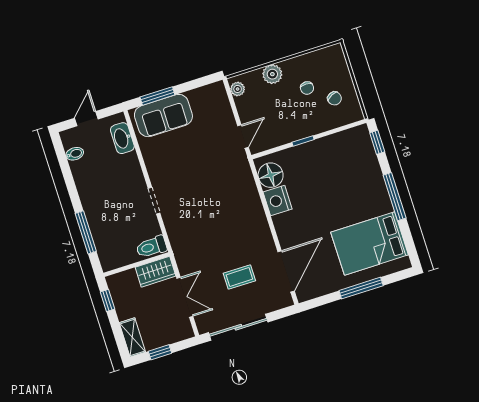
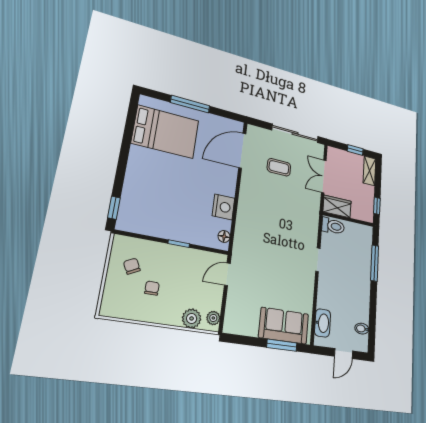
plant: (272, 74) -> (192, 318), moved
floor lamp: (271, 175) -> (224, 236), width x0.53, depth x0.53
window: (395, 197) -> (124, 155), removed

